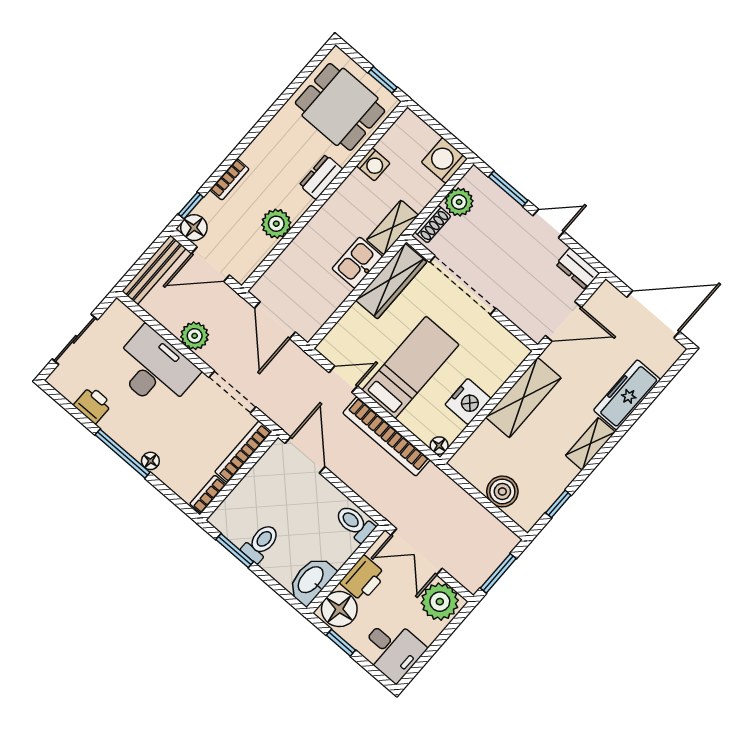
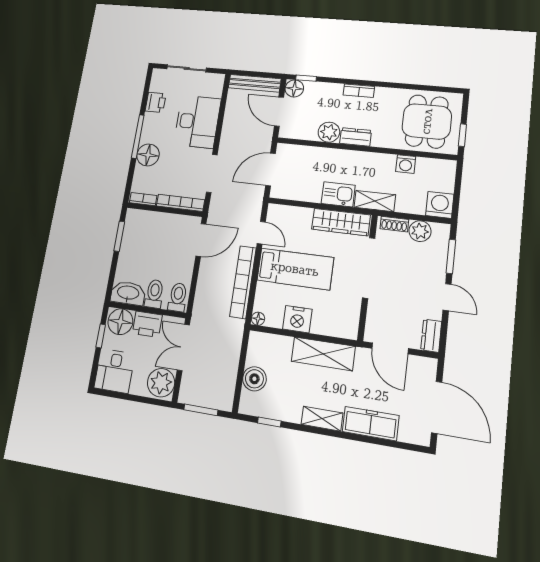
dresser: (321, 177) -> (356, 137), moved
bookcase: (229, 179) -> (359, 91), moved
plant: (195, 336) -> (231, 131), removed
floor lamp: (150, 461) -> (148, 155), width x1.89, depth x1.89
toilet: (261, 543) -> (154, 294), moved, turned -90

